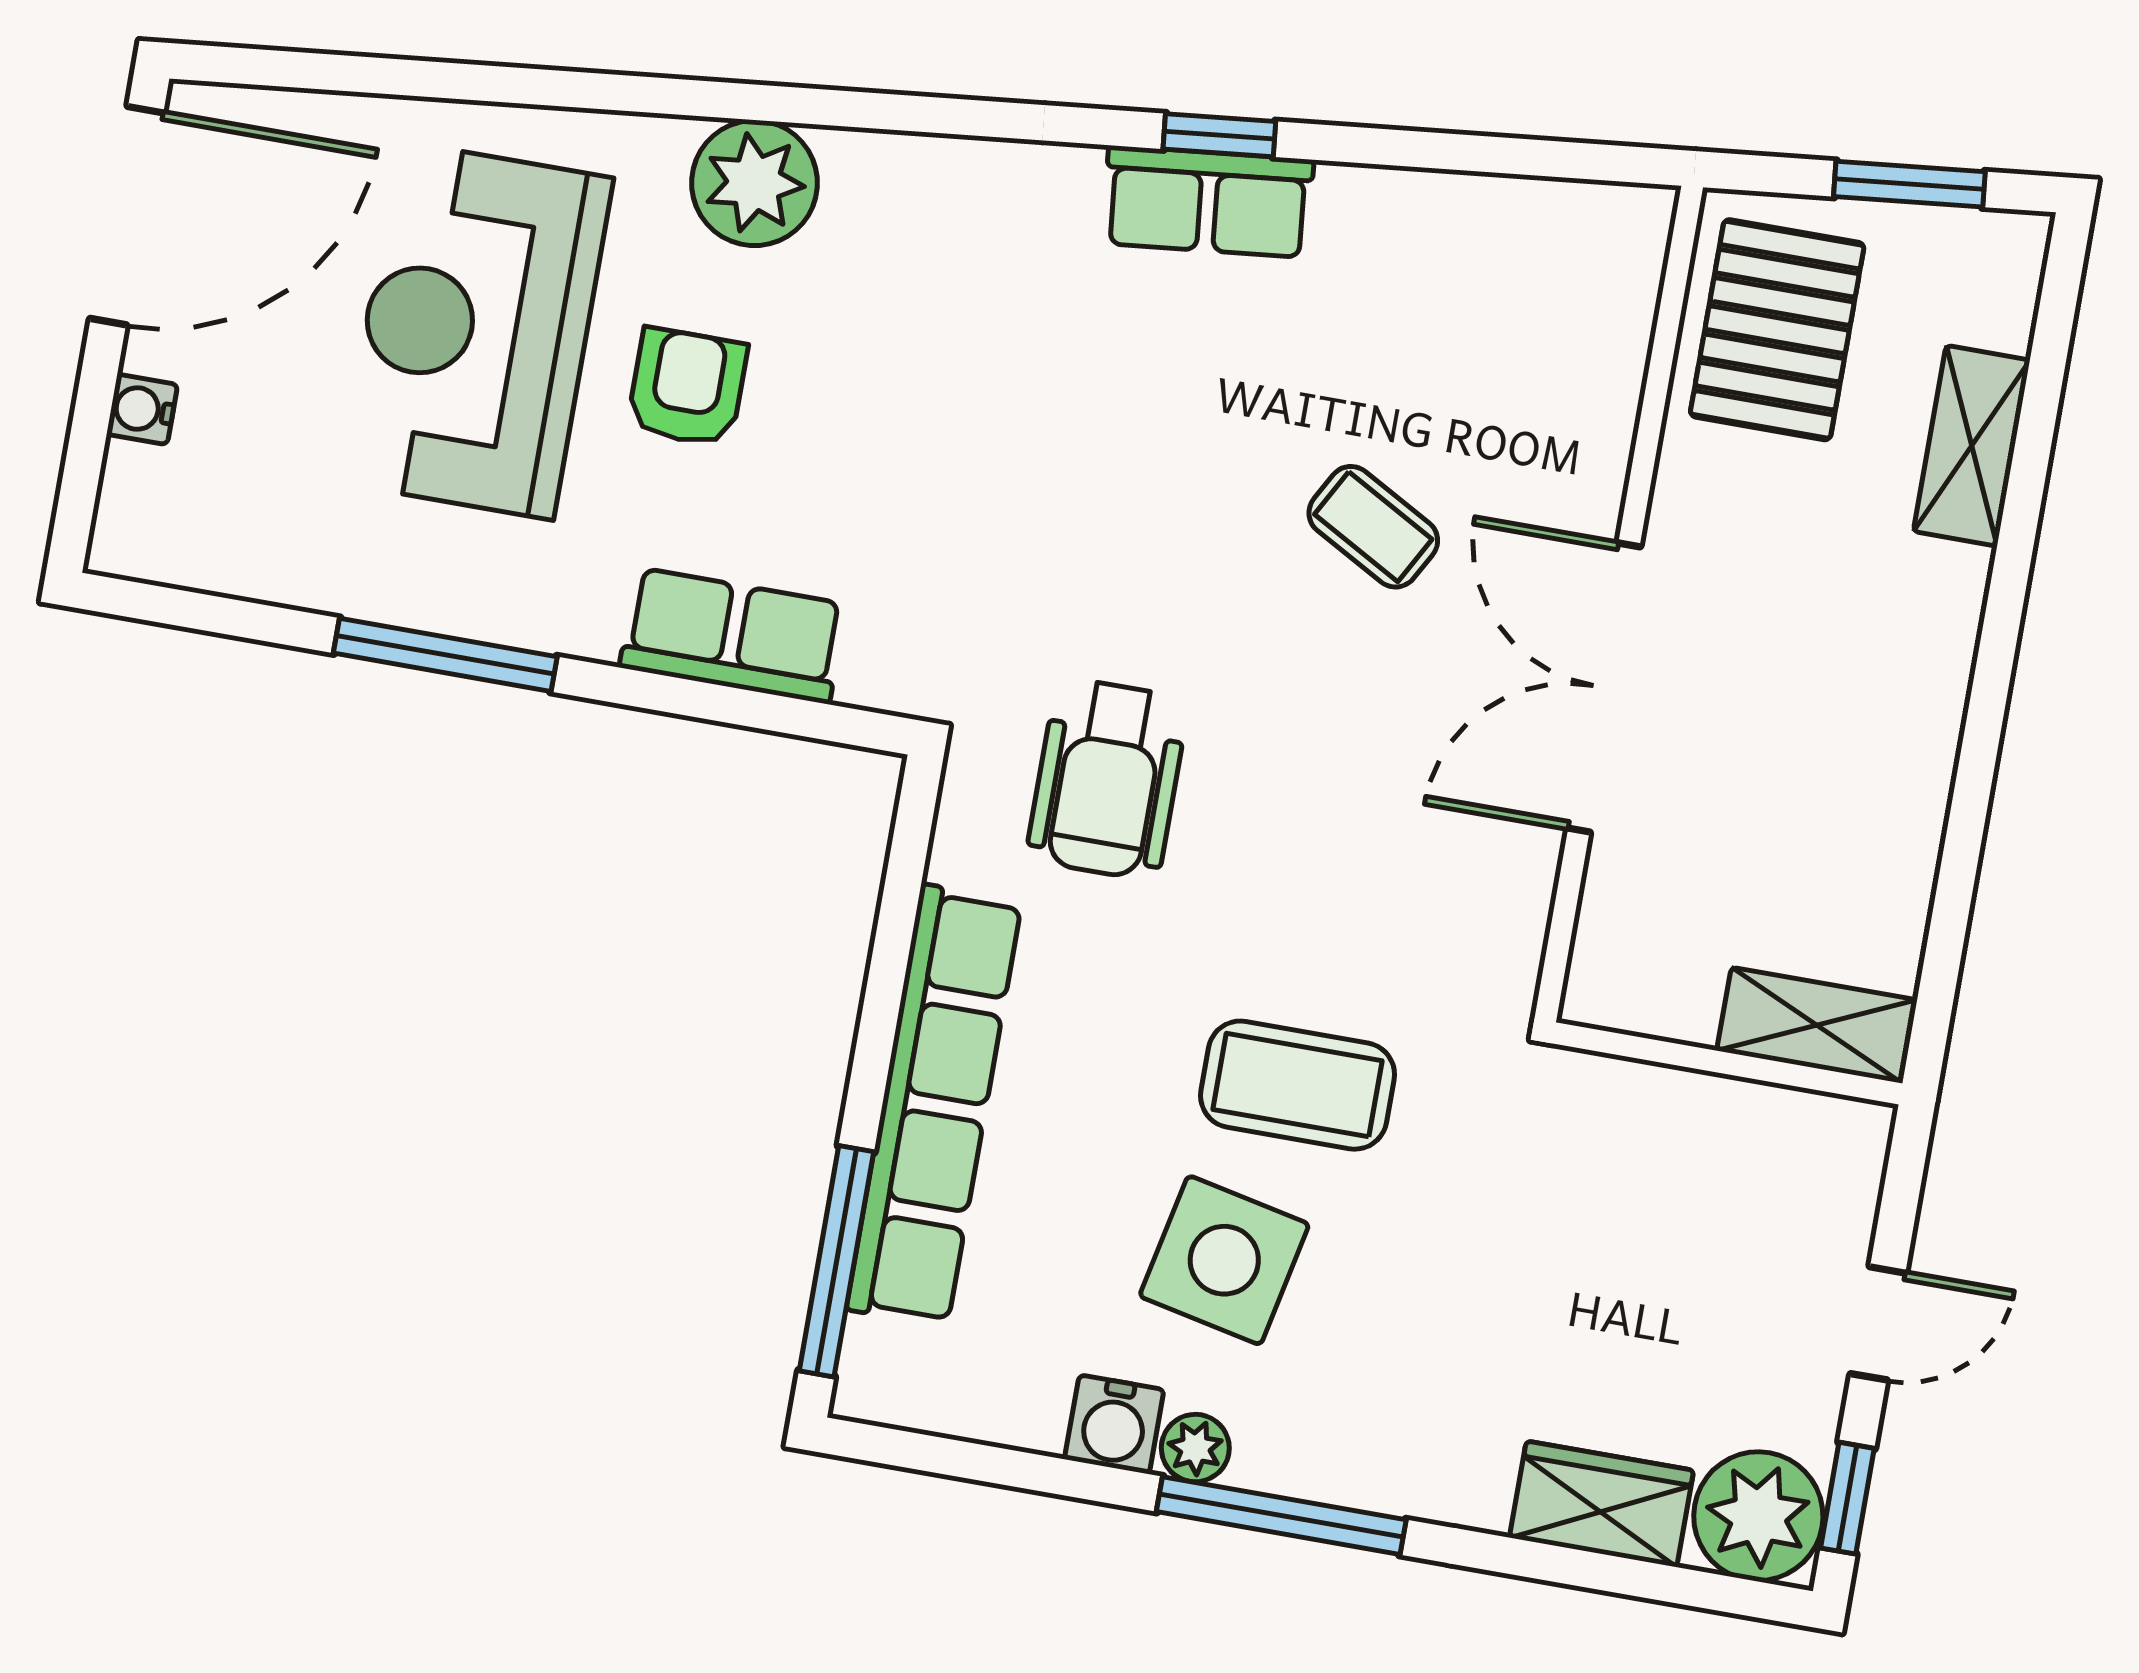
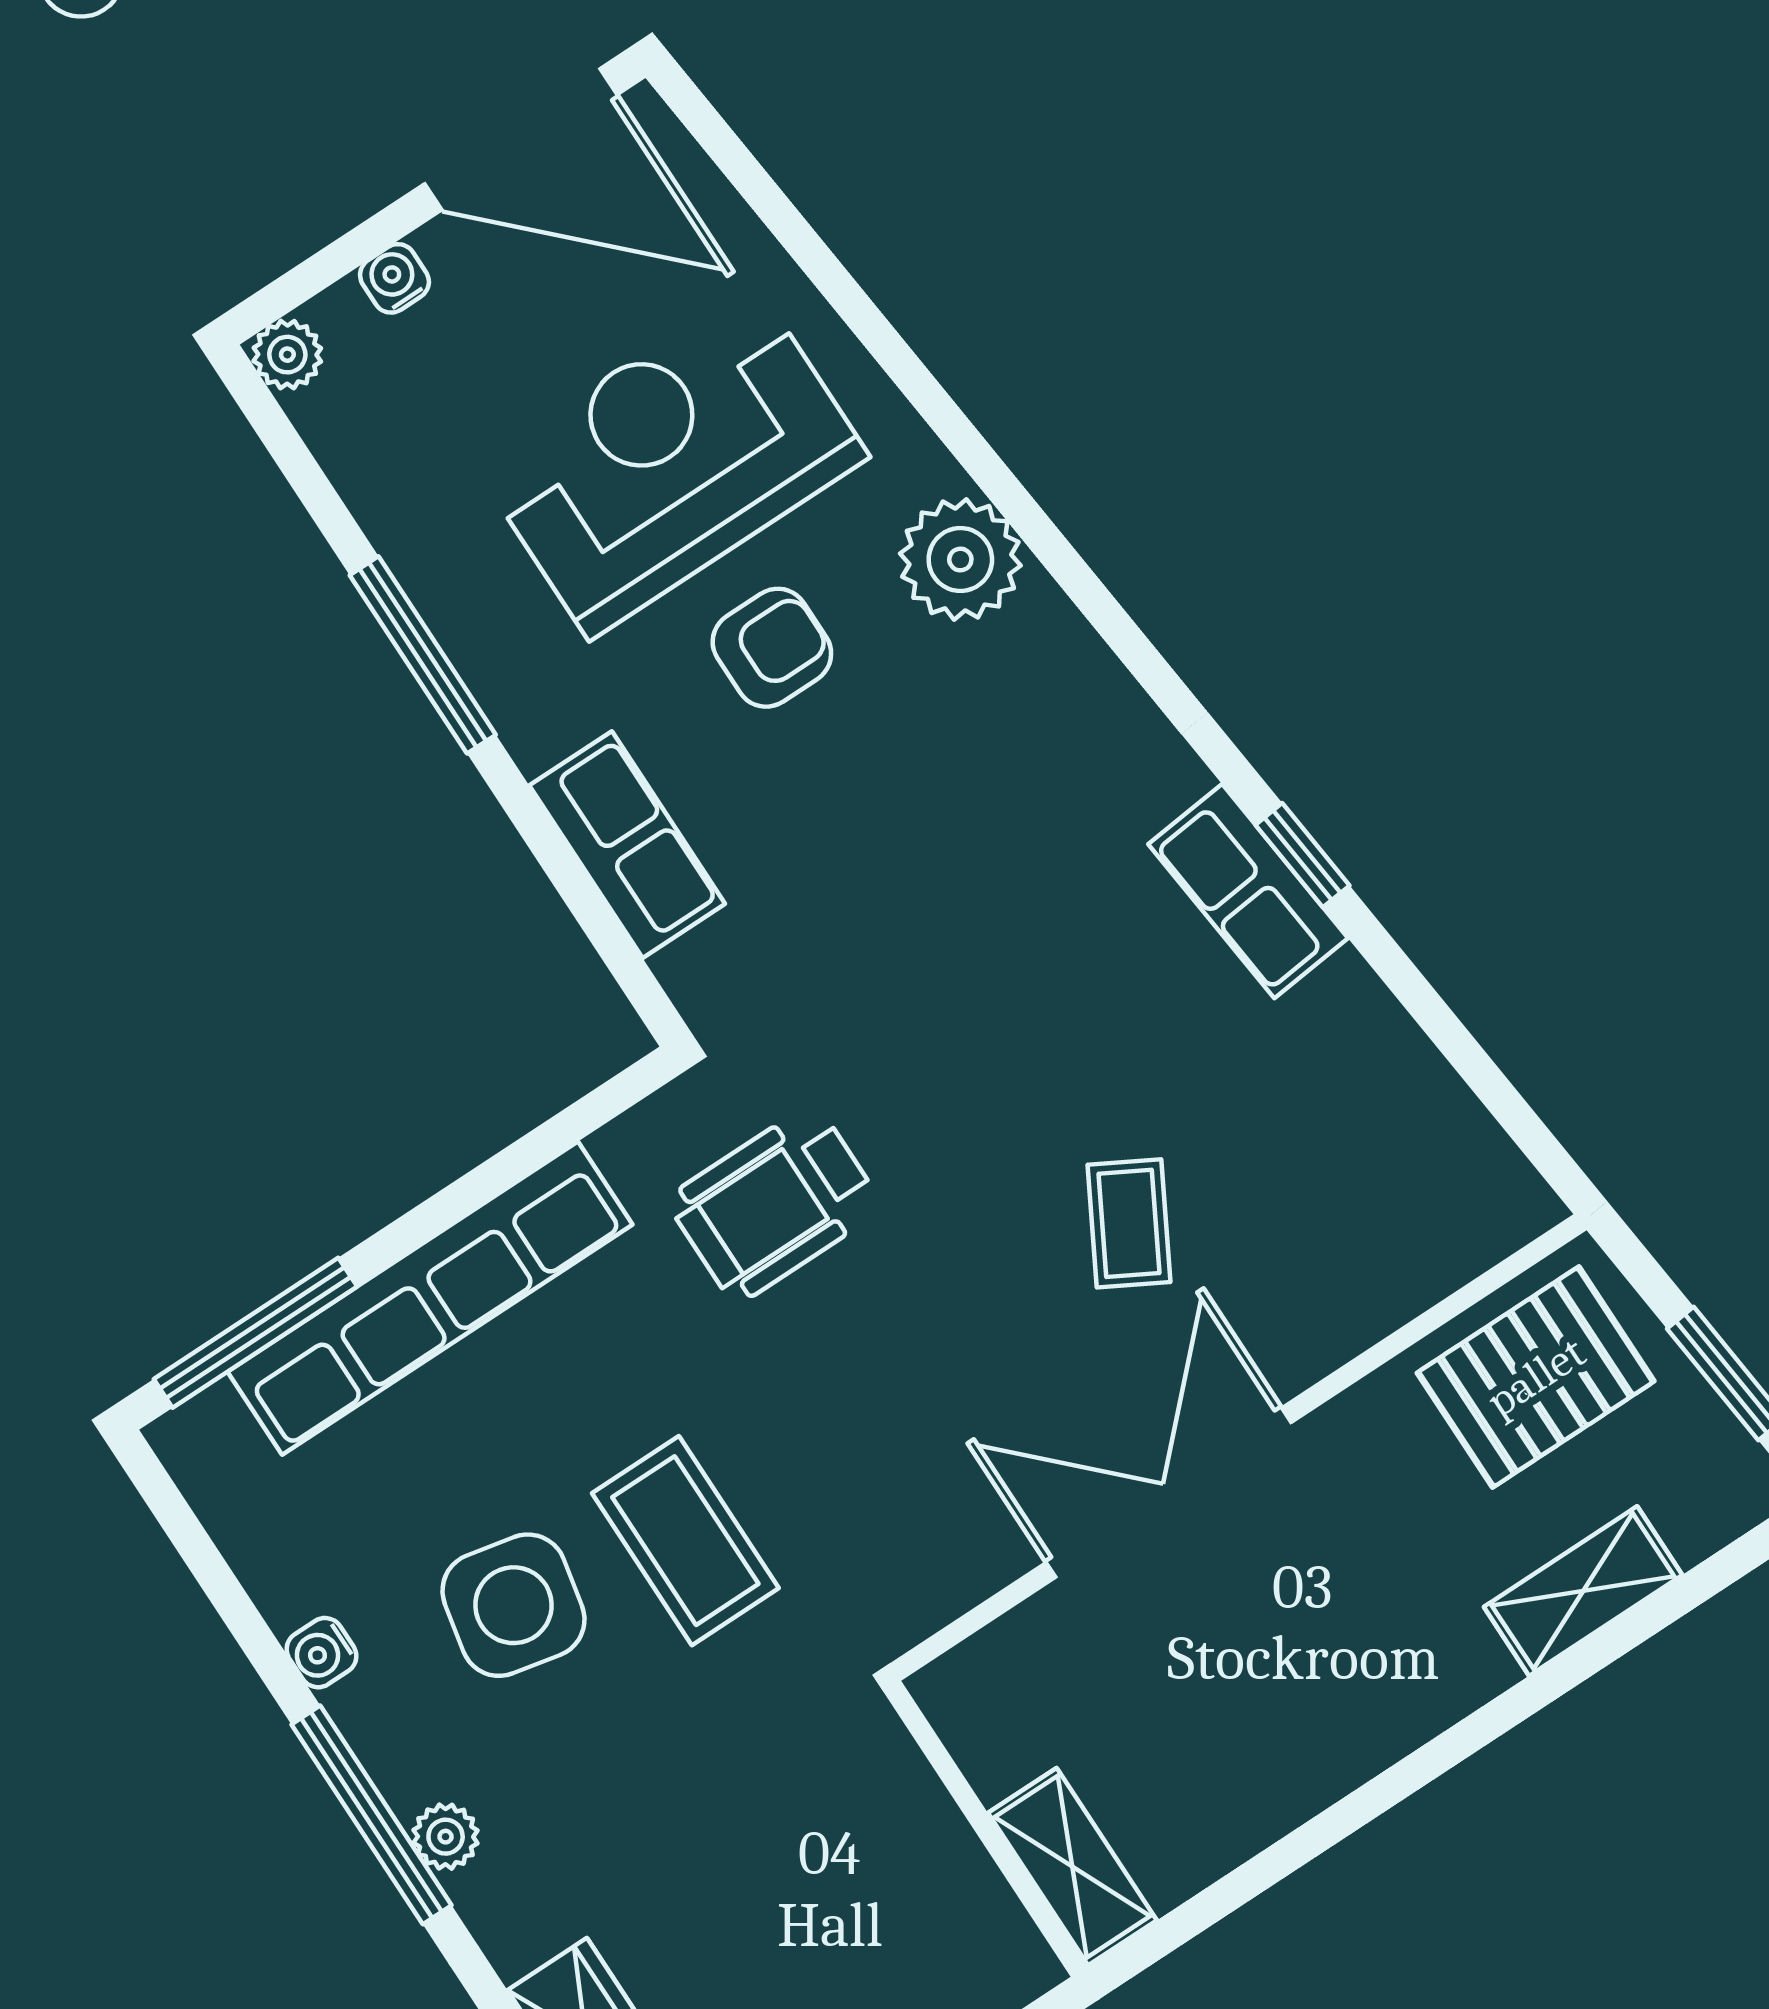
plant: (123, 544) -> (287, 355), added
water cooler: (1114, 1424) -> (322, 1653), width x0.72, depth x0.72
plant: (1195, 1448) -> (446, 1837), moved

